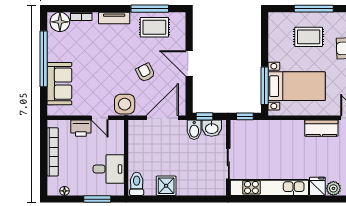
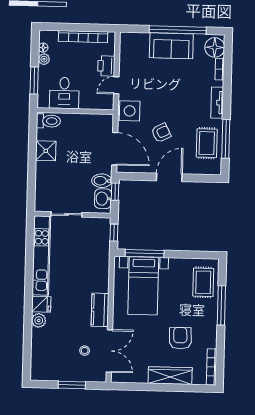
rug: (309, 37) -> (203, 282), moved
sofa: (59, 84) -> (171, 46), moved
plant: (76, 190) -> (44, 59), added

